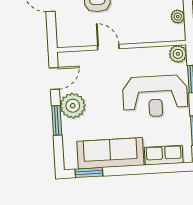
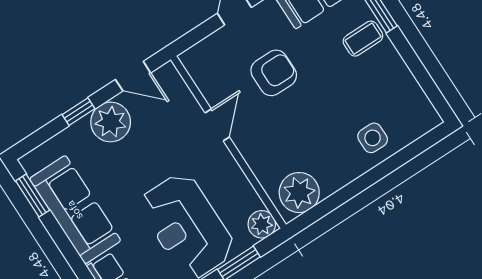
plant: (178, 17) -> (299, 193), width x1.88, depth x1.88
window: (57, 120) -> (78, 112), width x0.67

